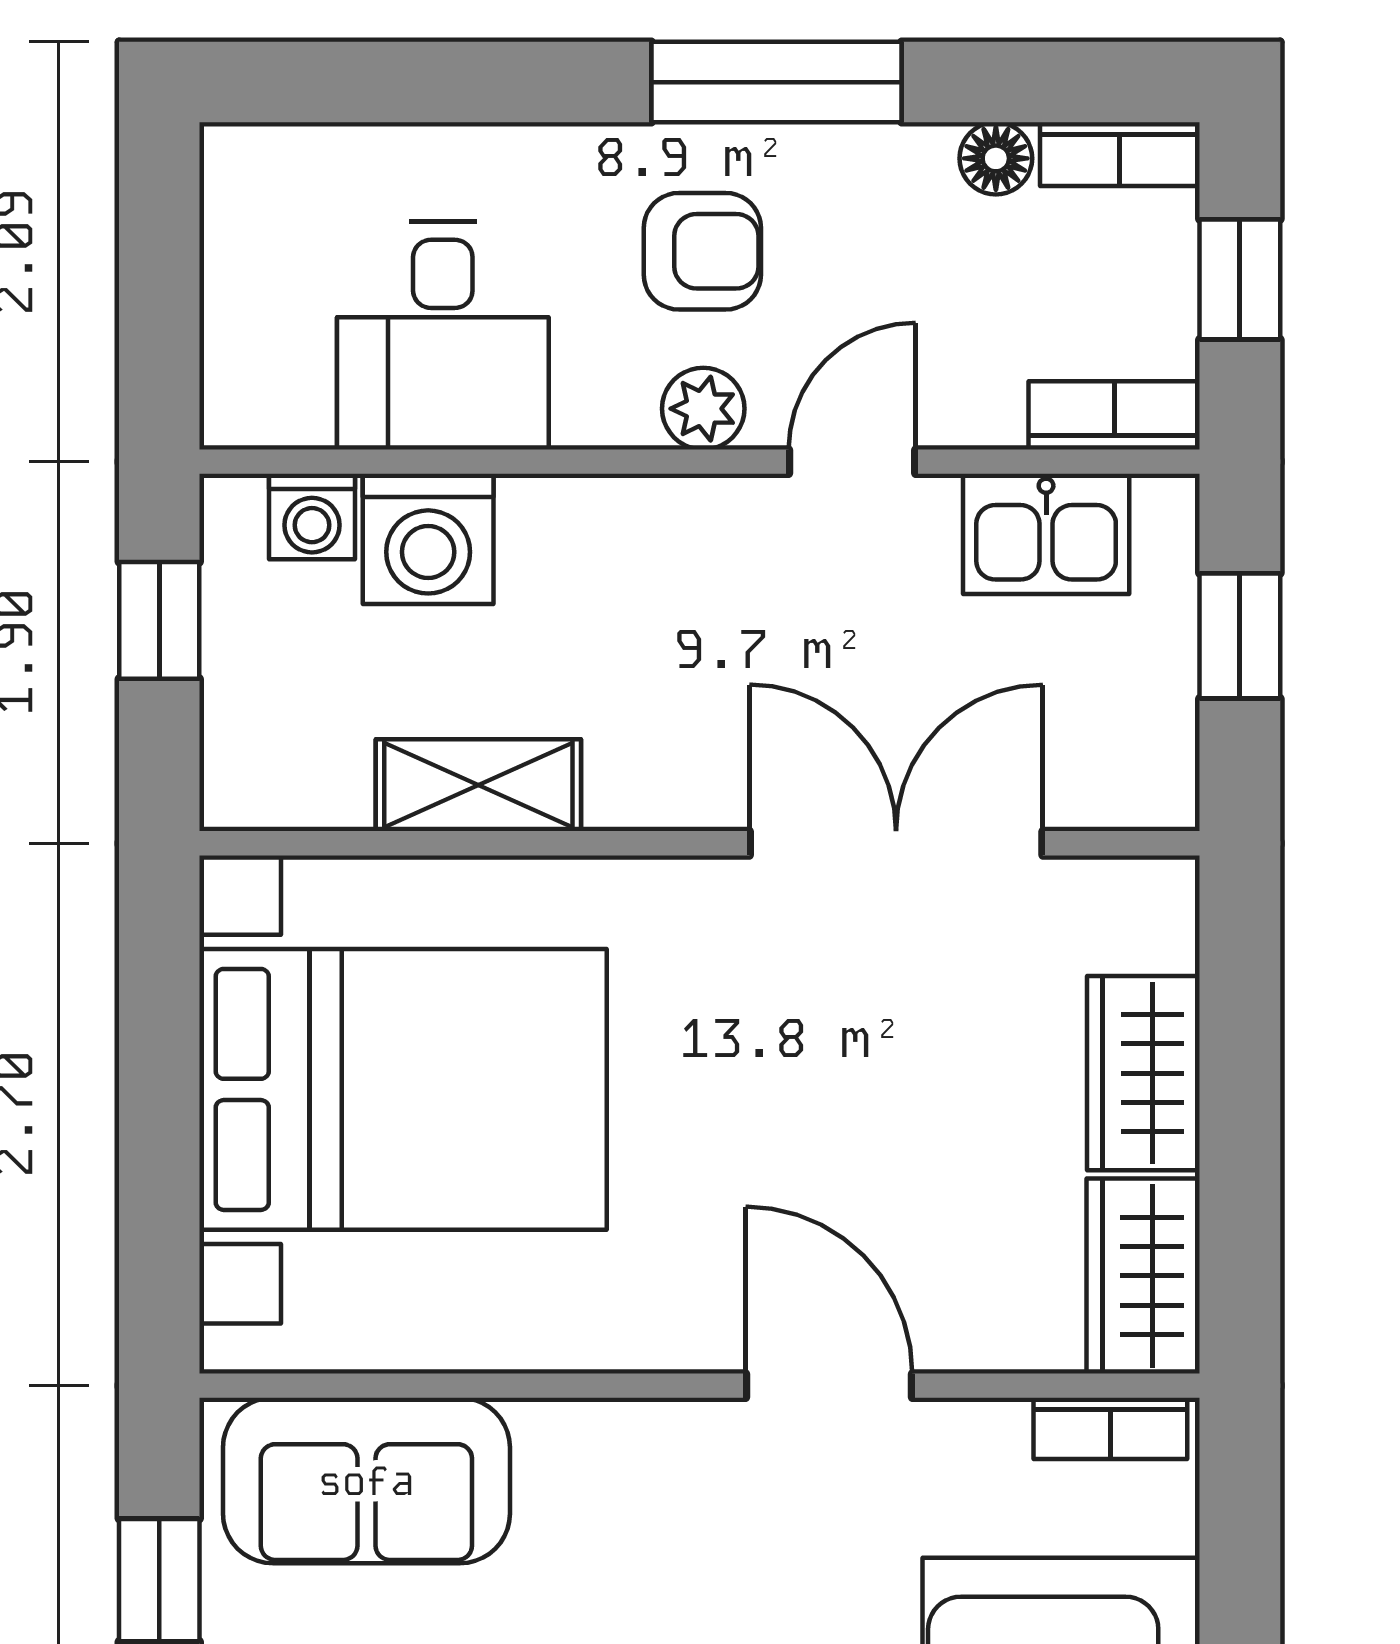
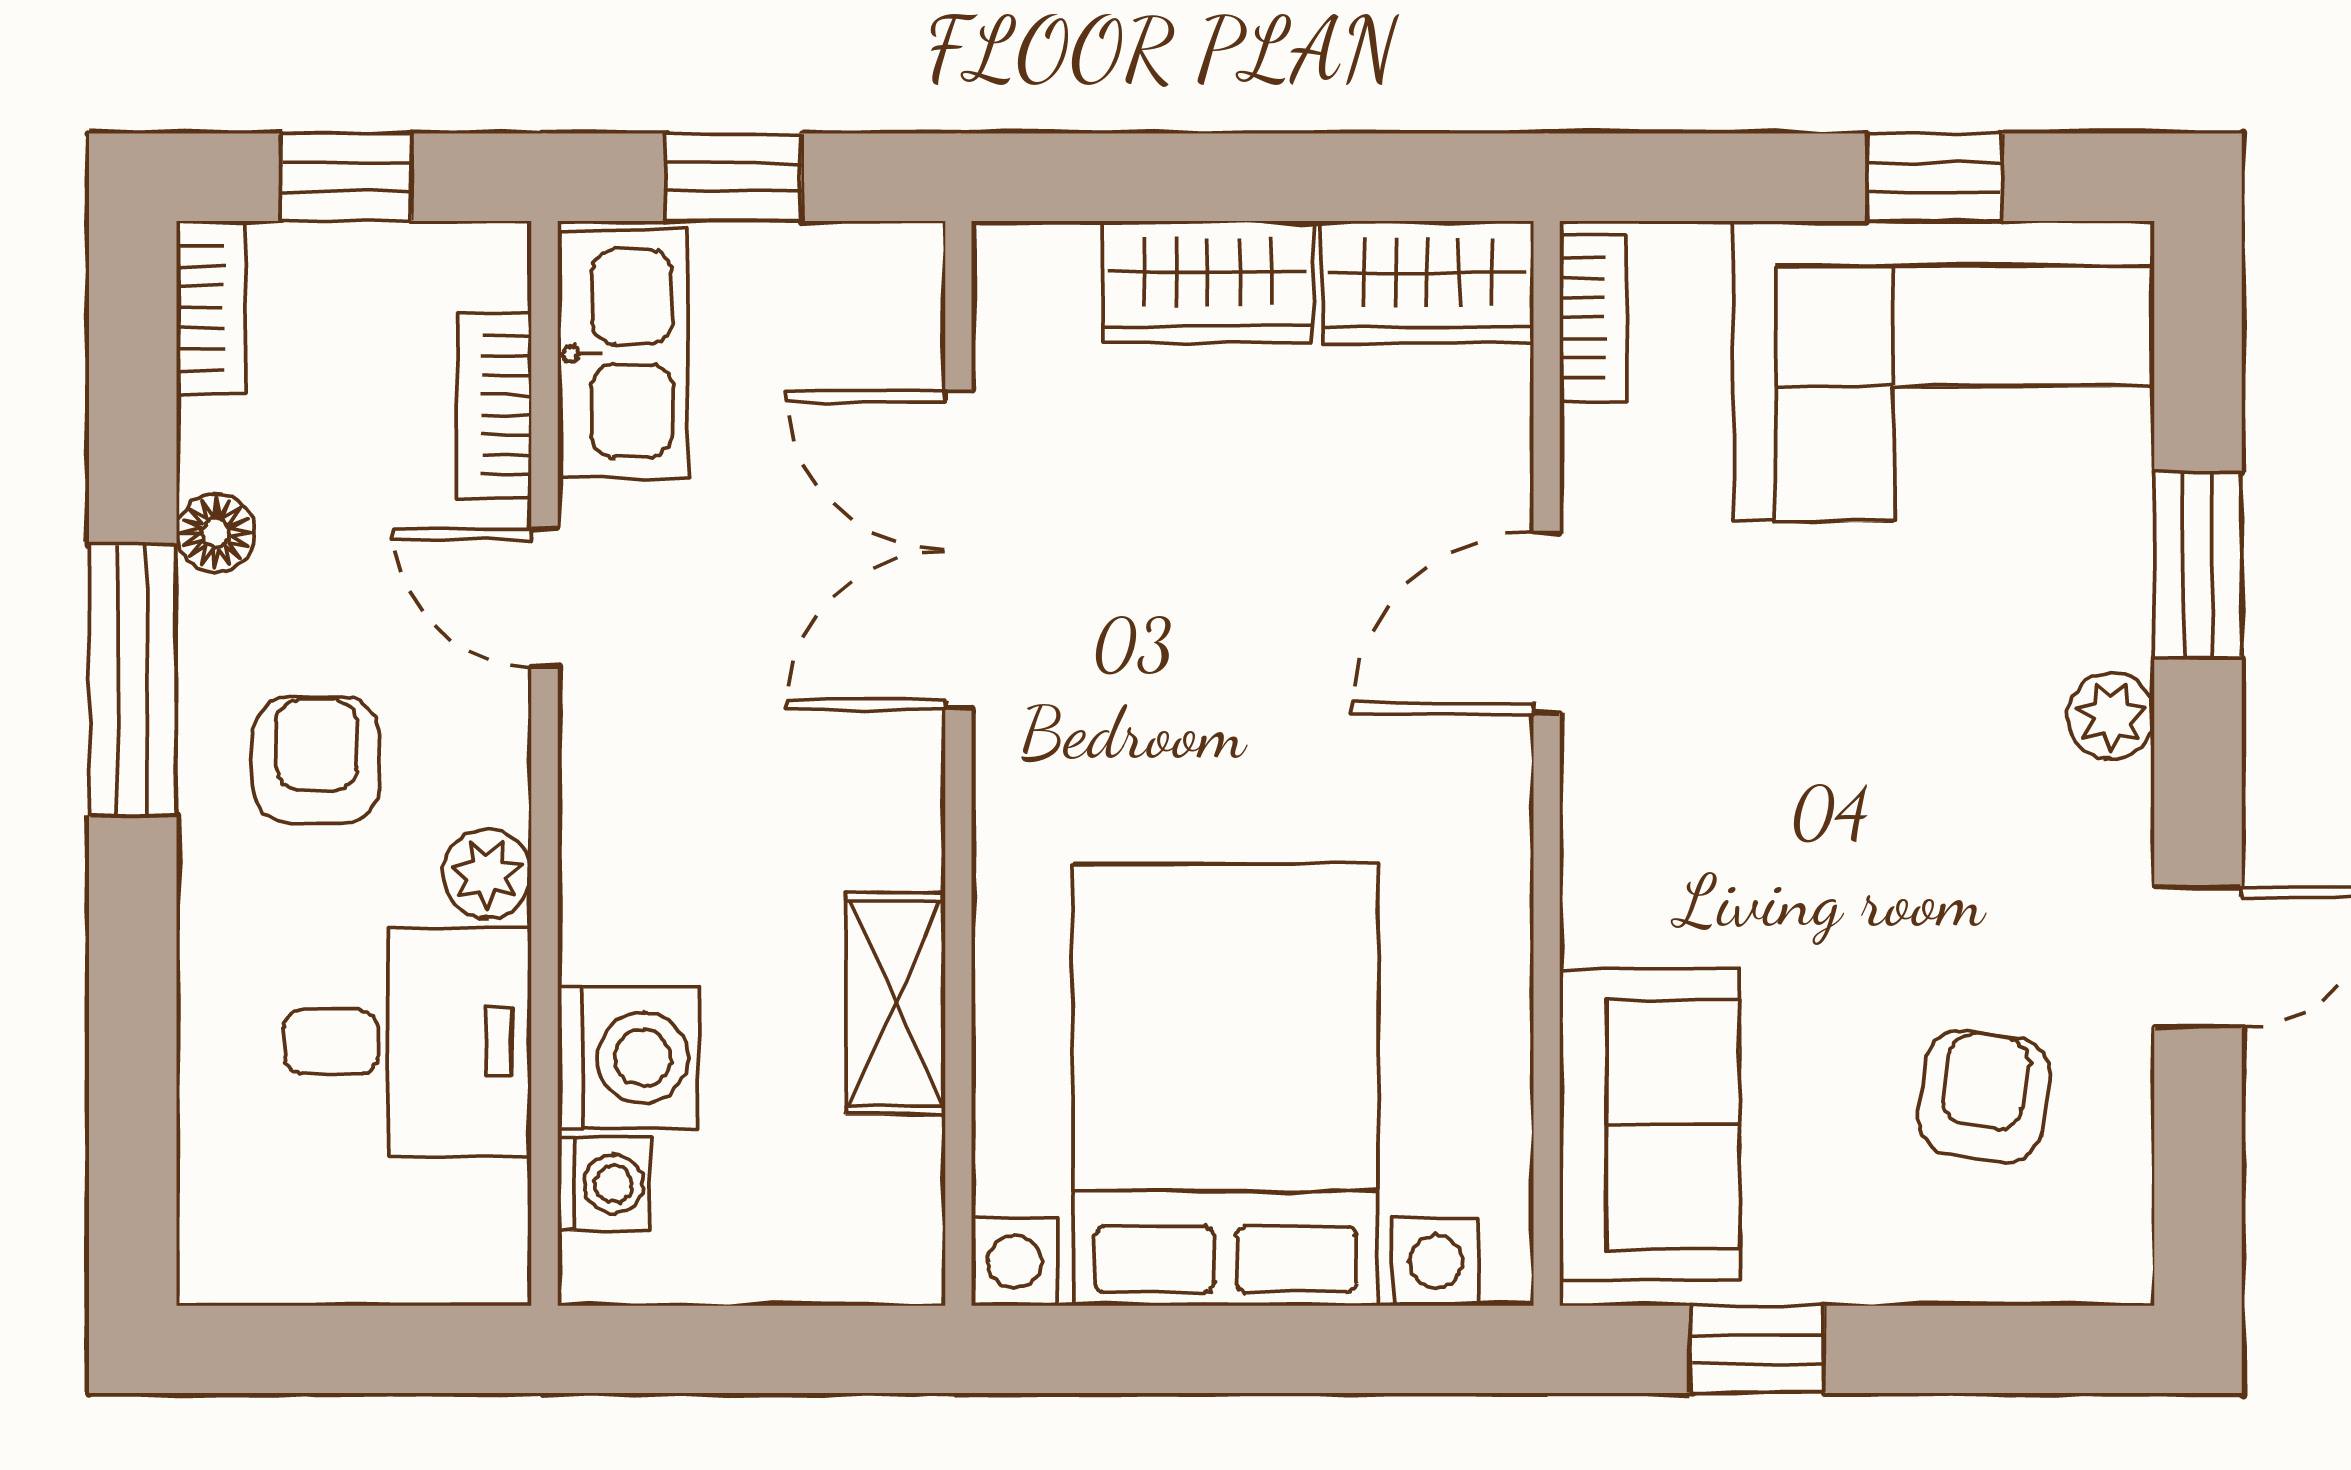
floor lamp: (996, 158) -> (216, 533), moved
plant: (703, 409) -> (487, 874), moved
bookcase: (1114, 415) -> (494, 405), moved
kitchen sink: (1046, 534) -> (623, 354), width x1.38
window: (159, 620) -> (717, 1349), removed

